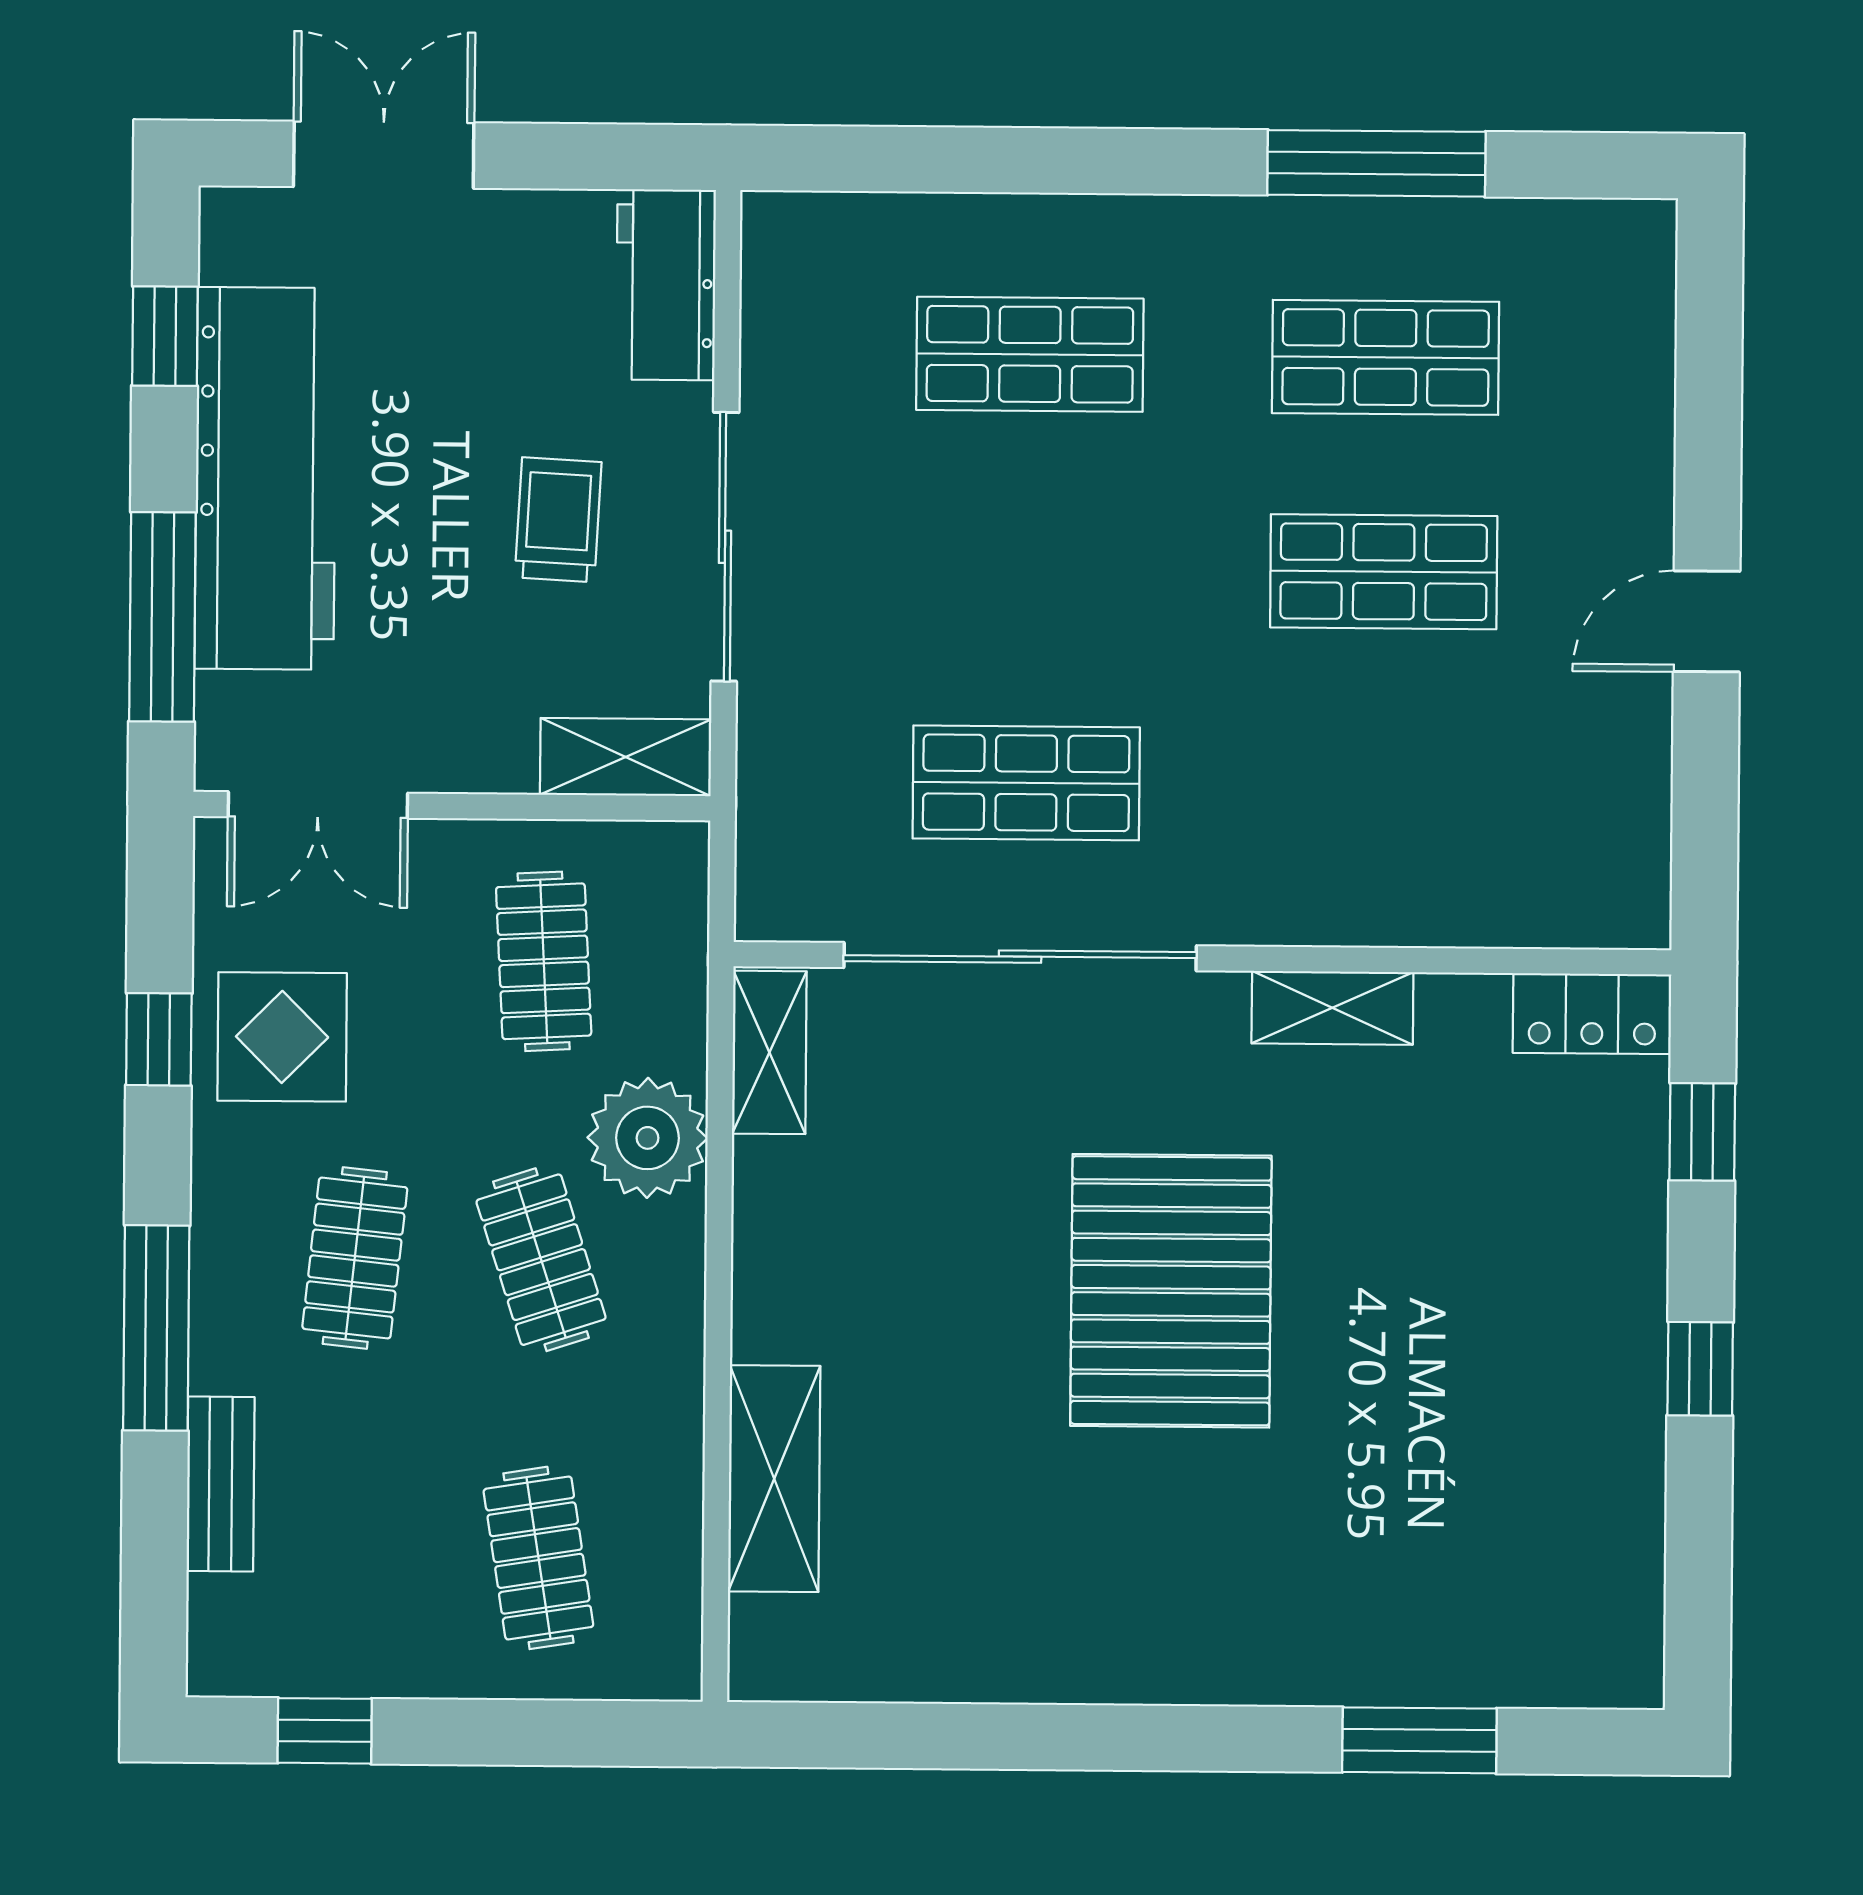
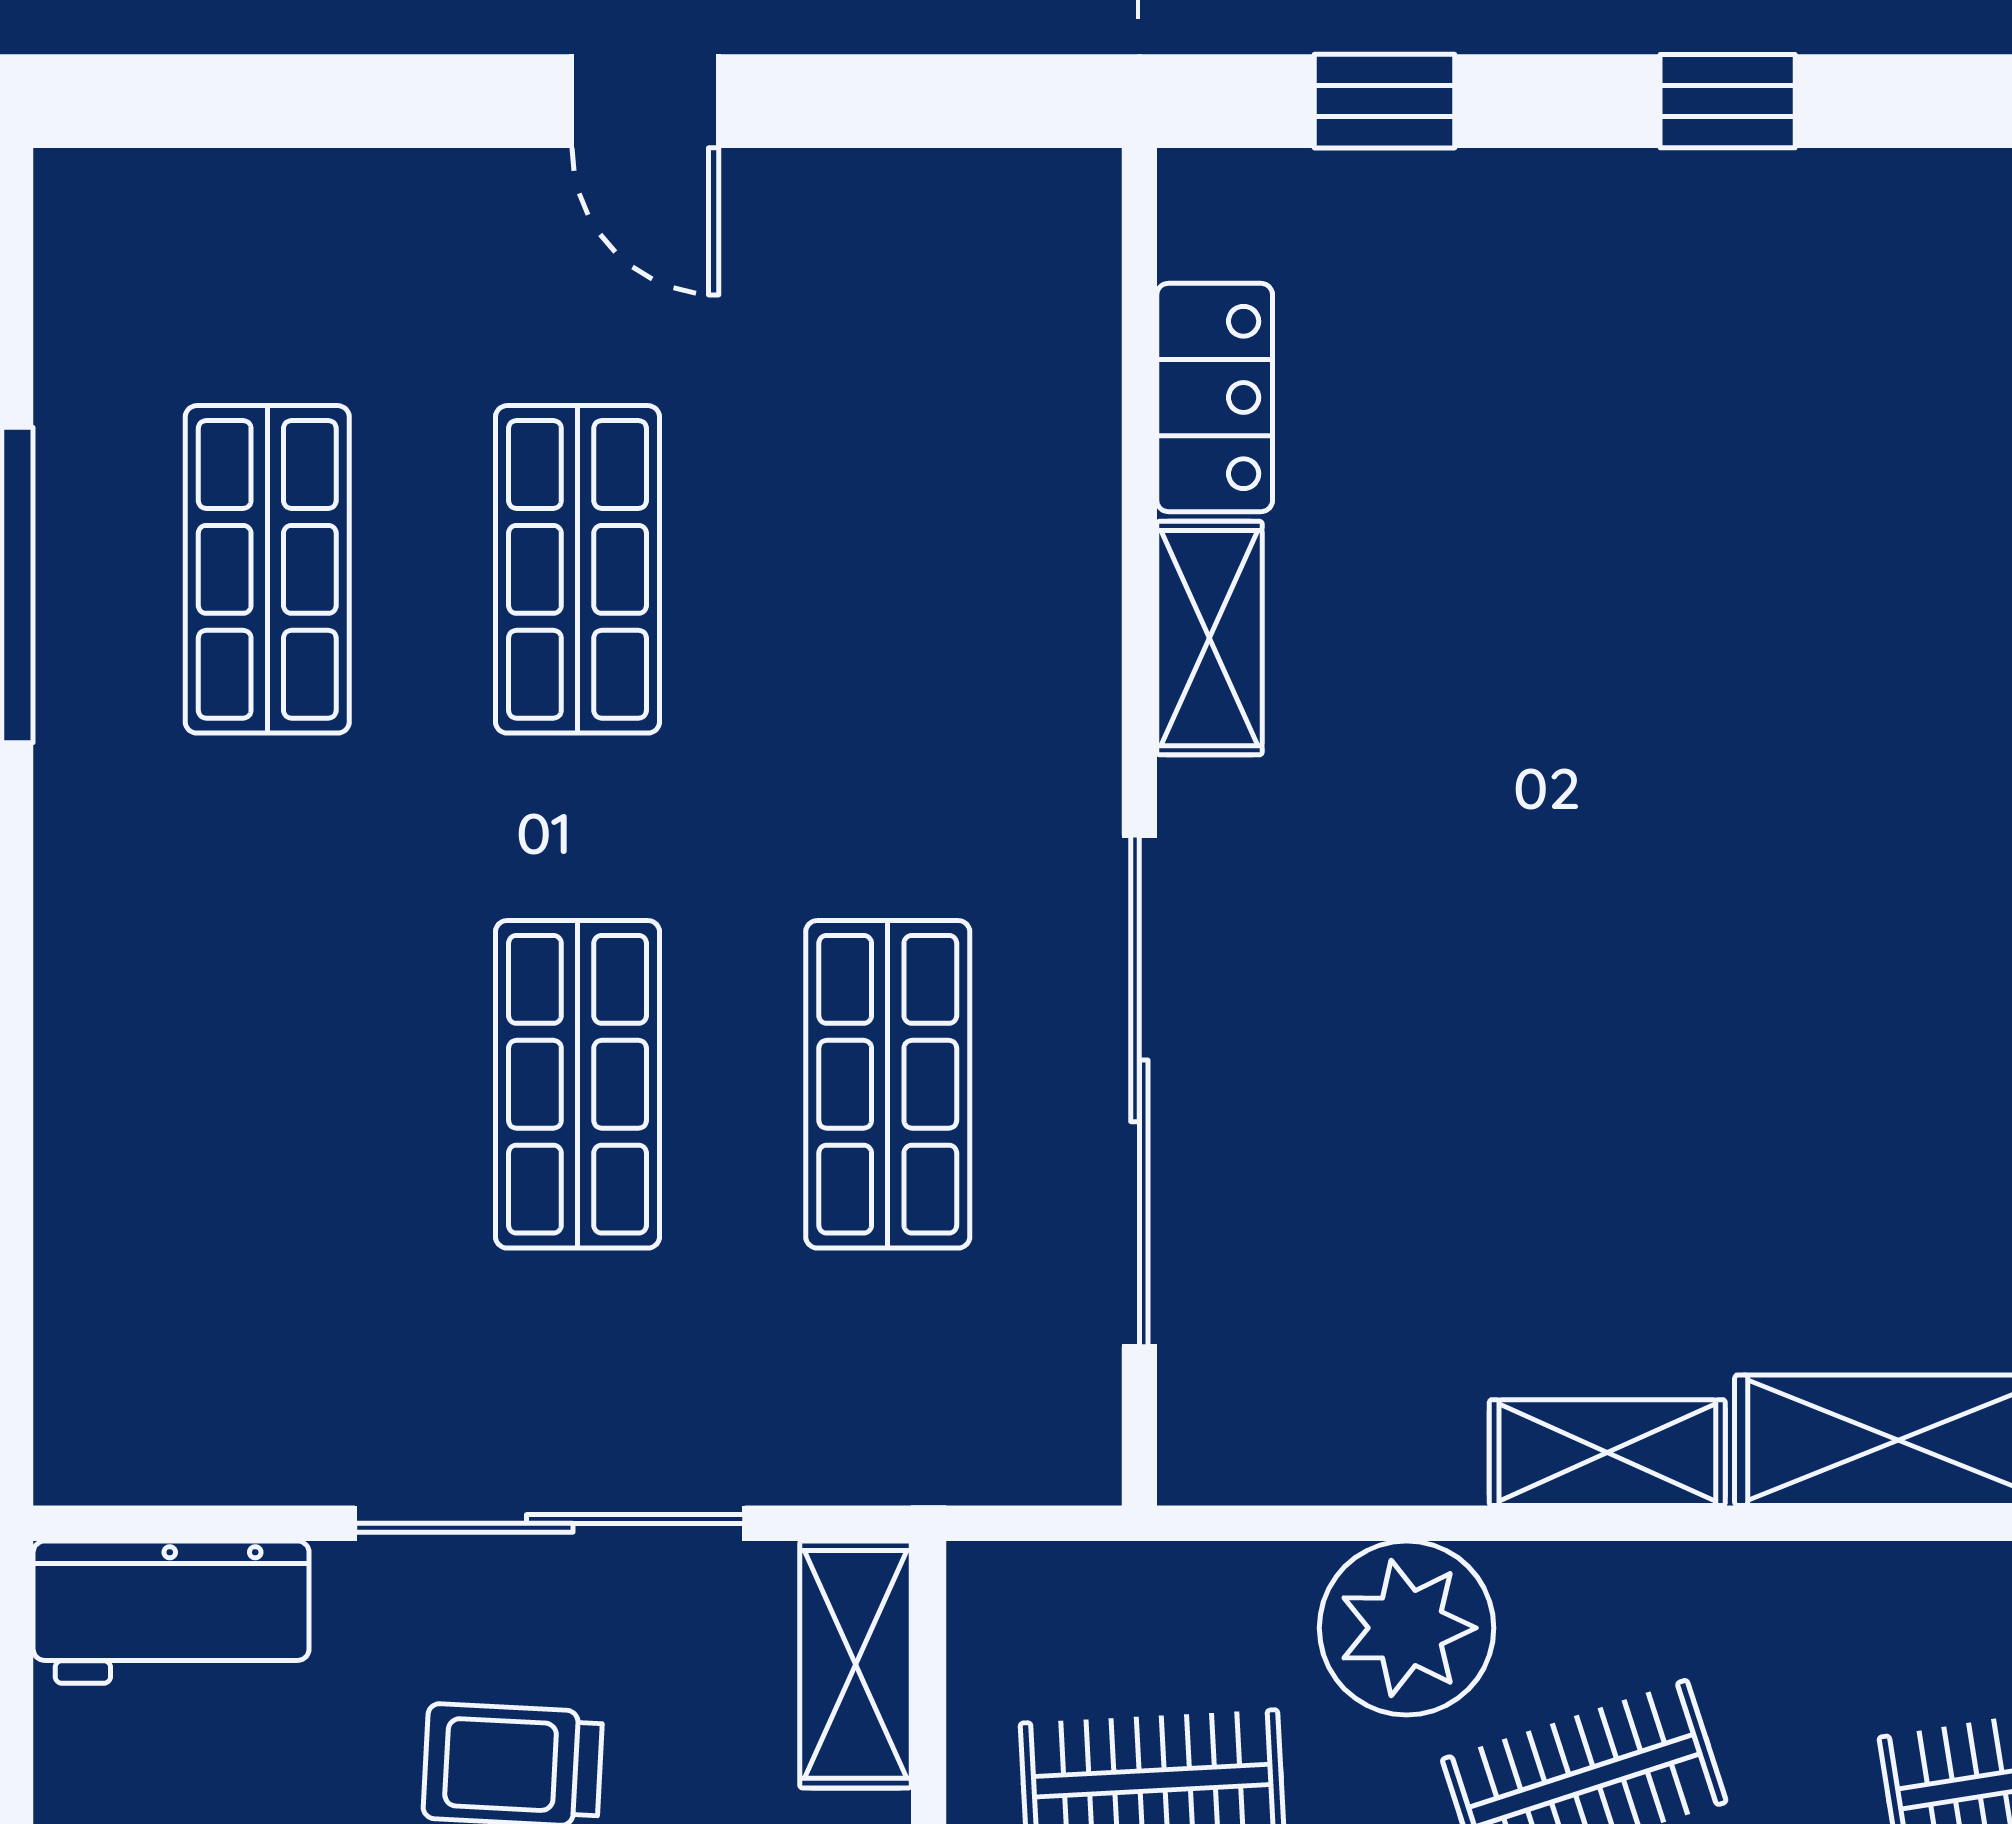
shop shelf: (1030, 354) -> (578, 1084), moved
locker: (1592, 1014) -> (1215, 398), moved
shelving: (769, 1052) -> (1607, 1453), moved
pallet: (1171, 1291) -> (1621, 868), removed

